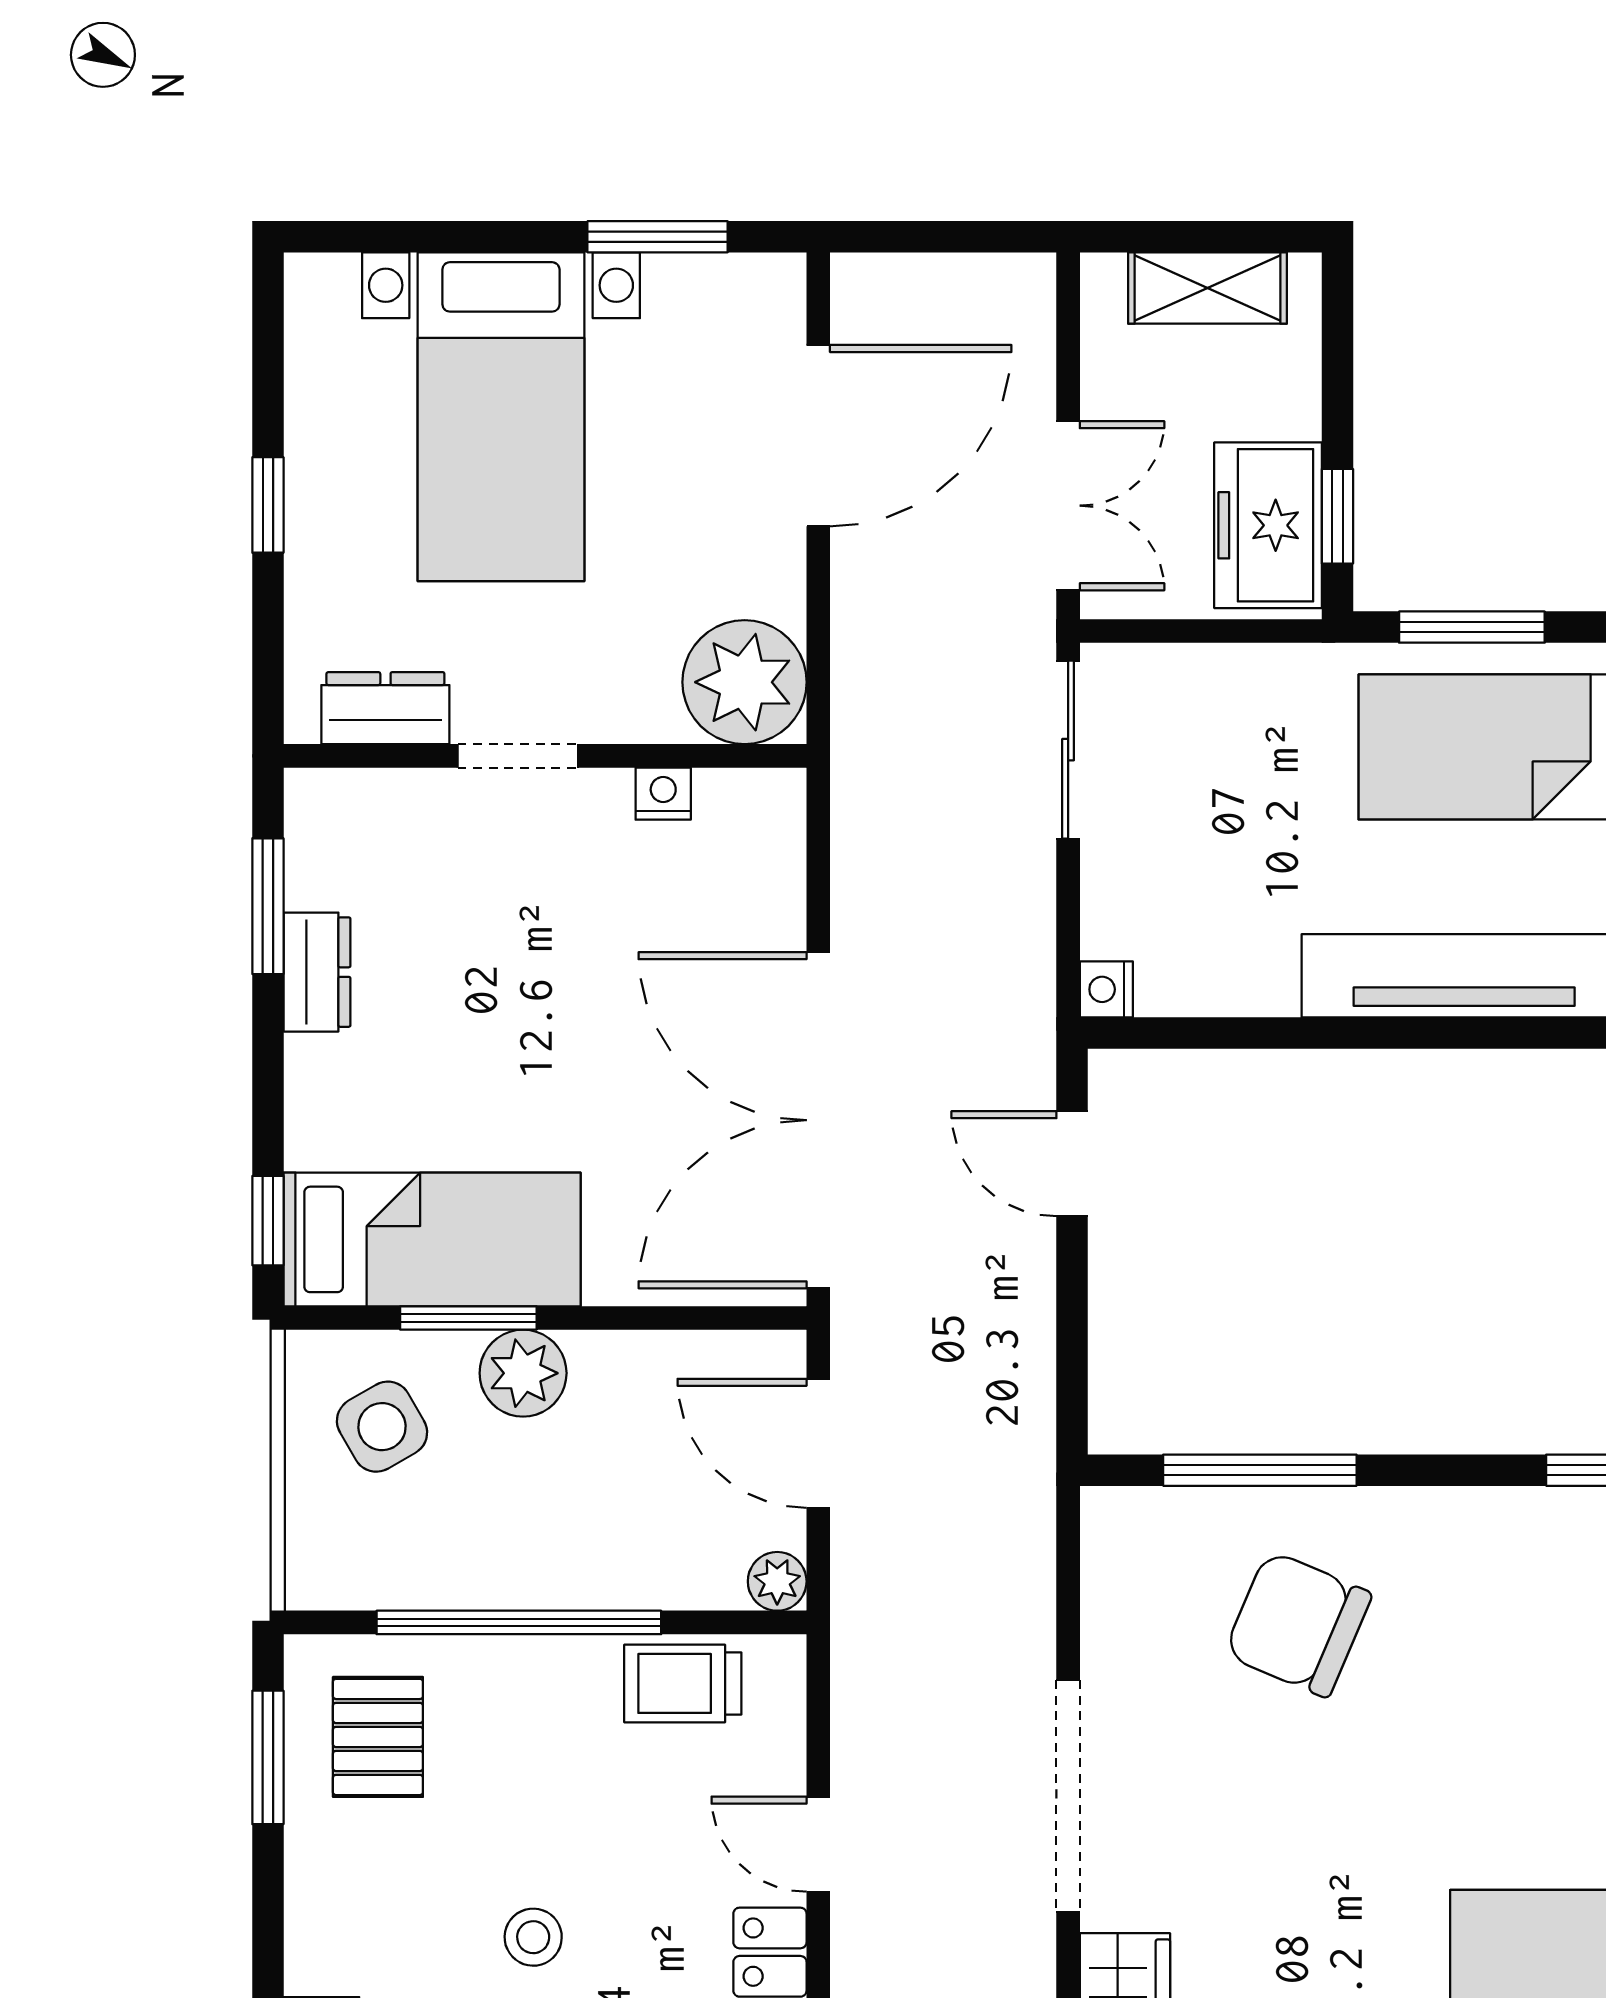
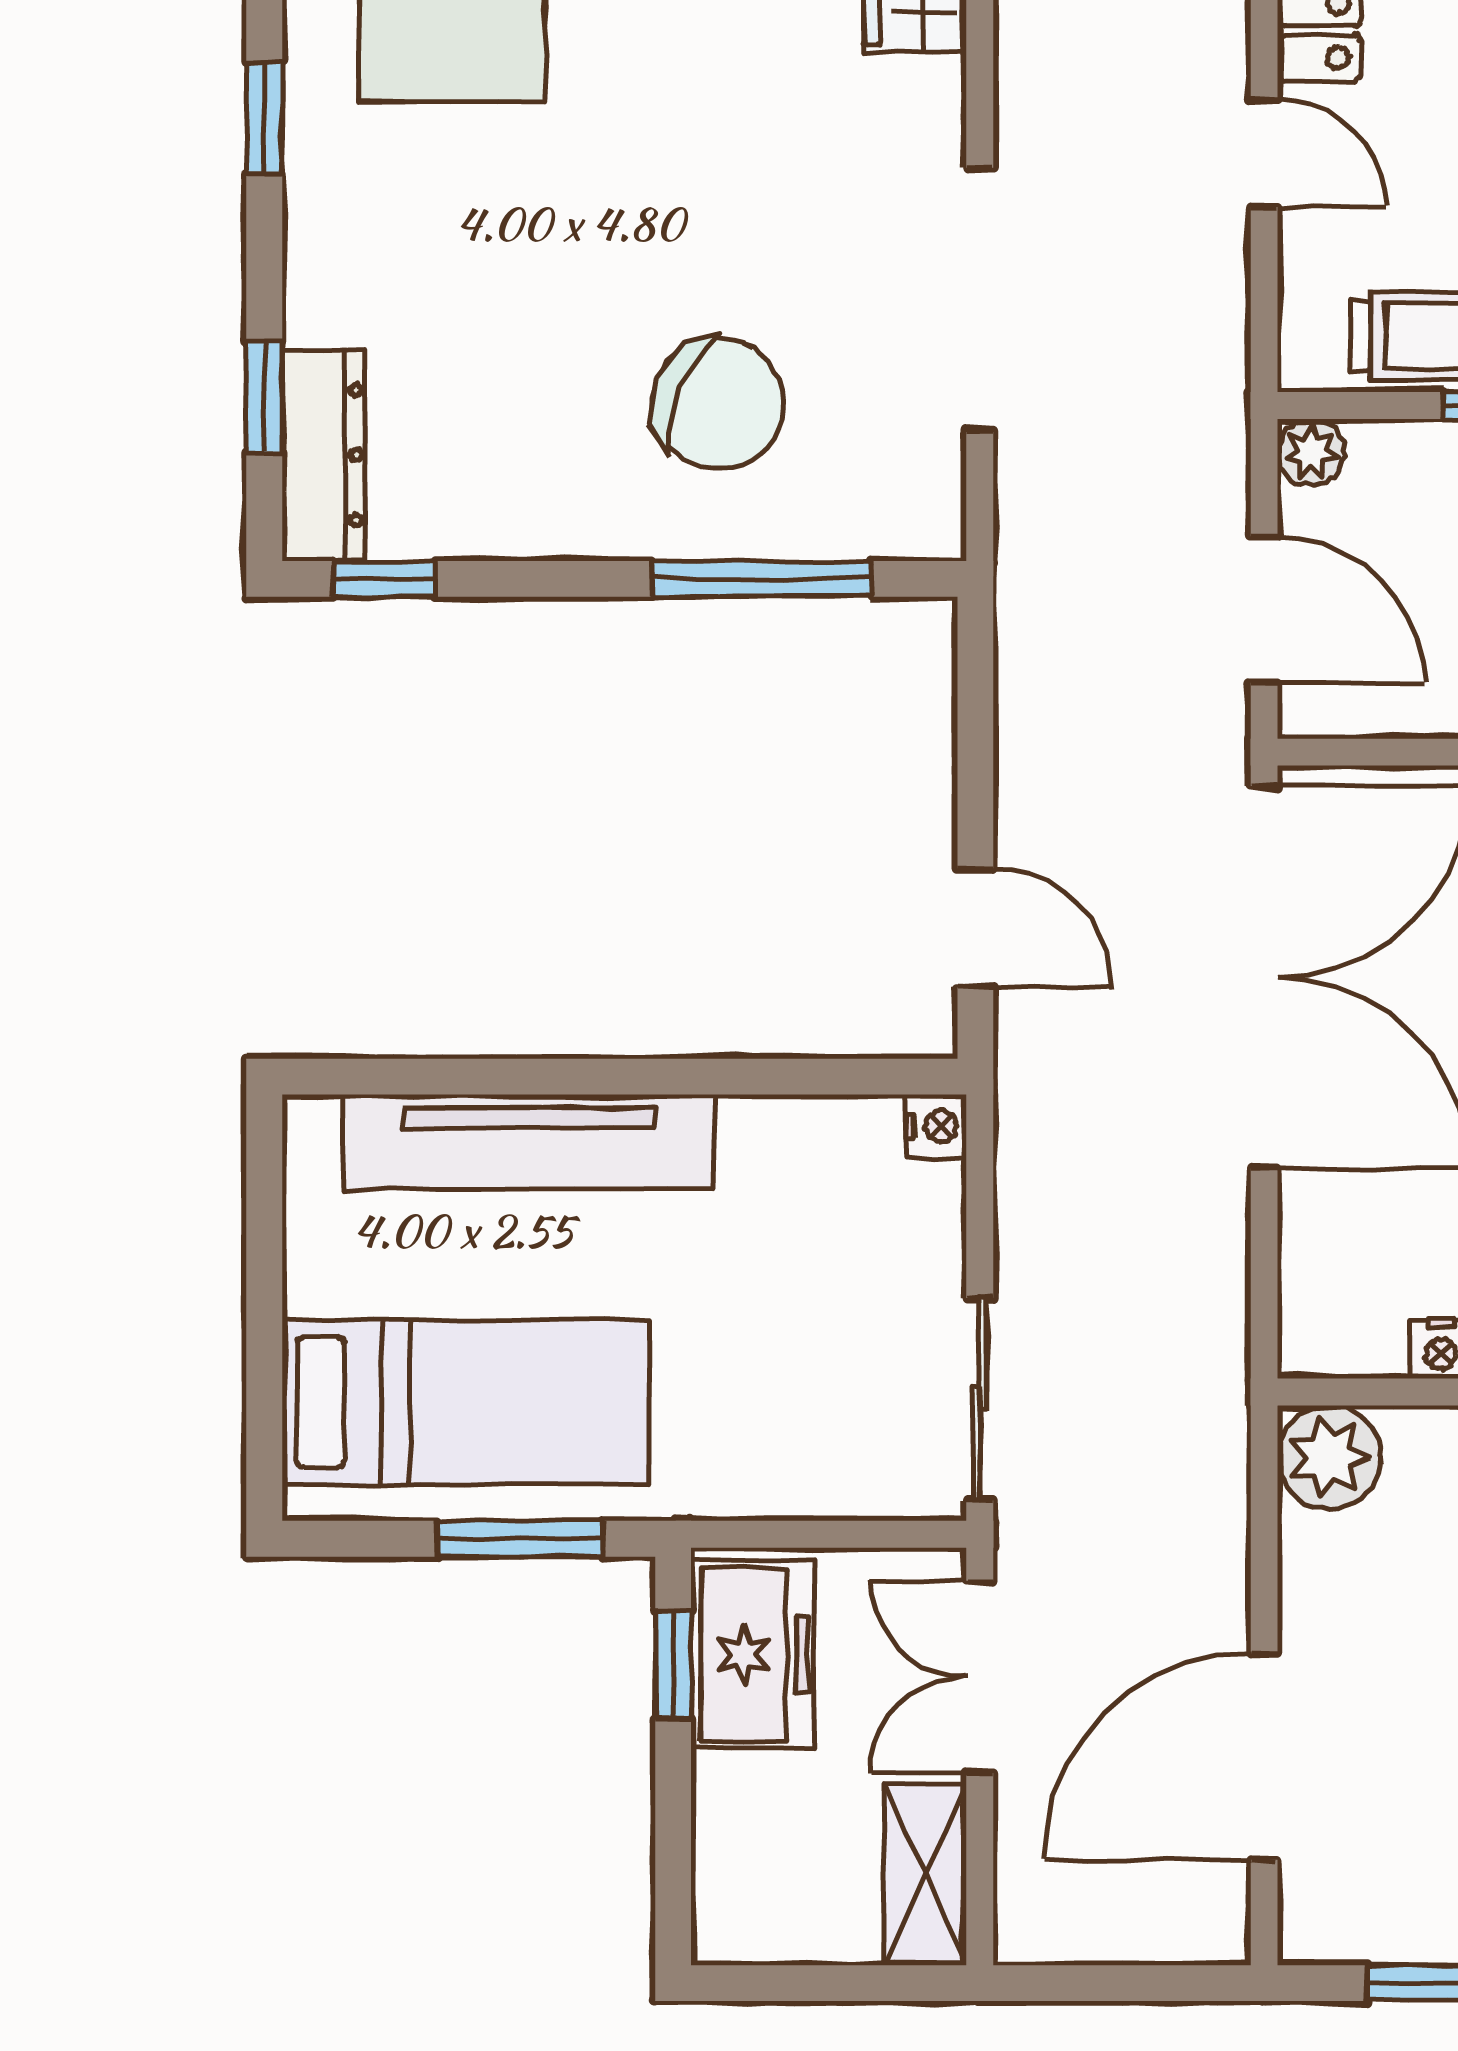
shelving: (1207, 288) -> (926, 1875), moved, turned 90
plant: (745, 682) -> (1329, 1457), width x0.73, depth x0.73
doorway: (1068, 1796) -> (980, 300), moved

